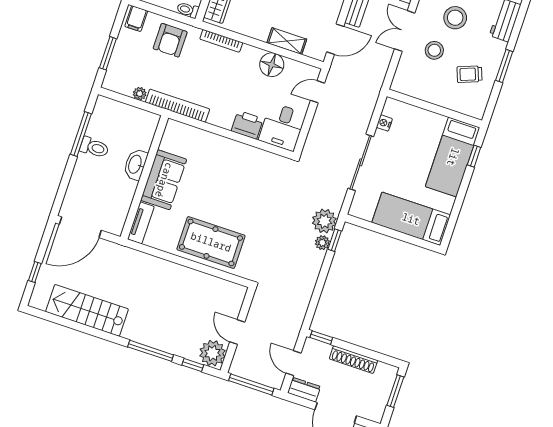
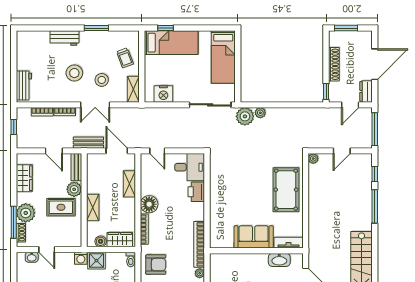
floor lamp: (272, 65) -> (149, 204), moved
trolley: (469, 74) -> (125, 58), moved
shelving: (408, 87) -> (133, 89), added
nightstand: (384, 123) -> (163, 94), width x1.89, depth x1.79
sliding door: (361, 162) -> (210, 105), moved
washbasin: (135, 164) -> (279, 260), moved
window: (335, 240) -> (256, 105), removed
plant: (213, 353) -> (313, 159), moved, width x0.53, depth x0.53

